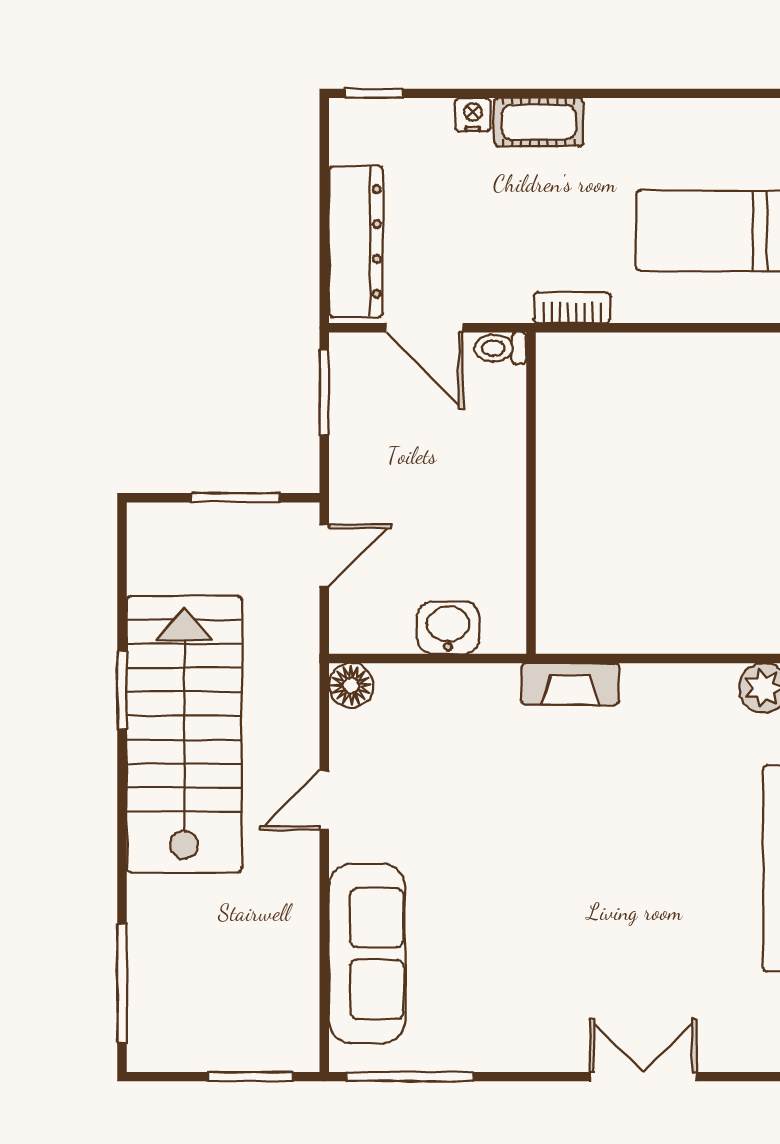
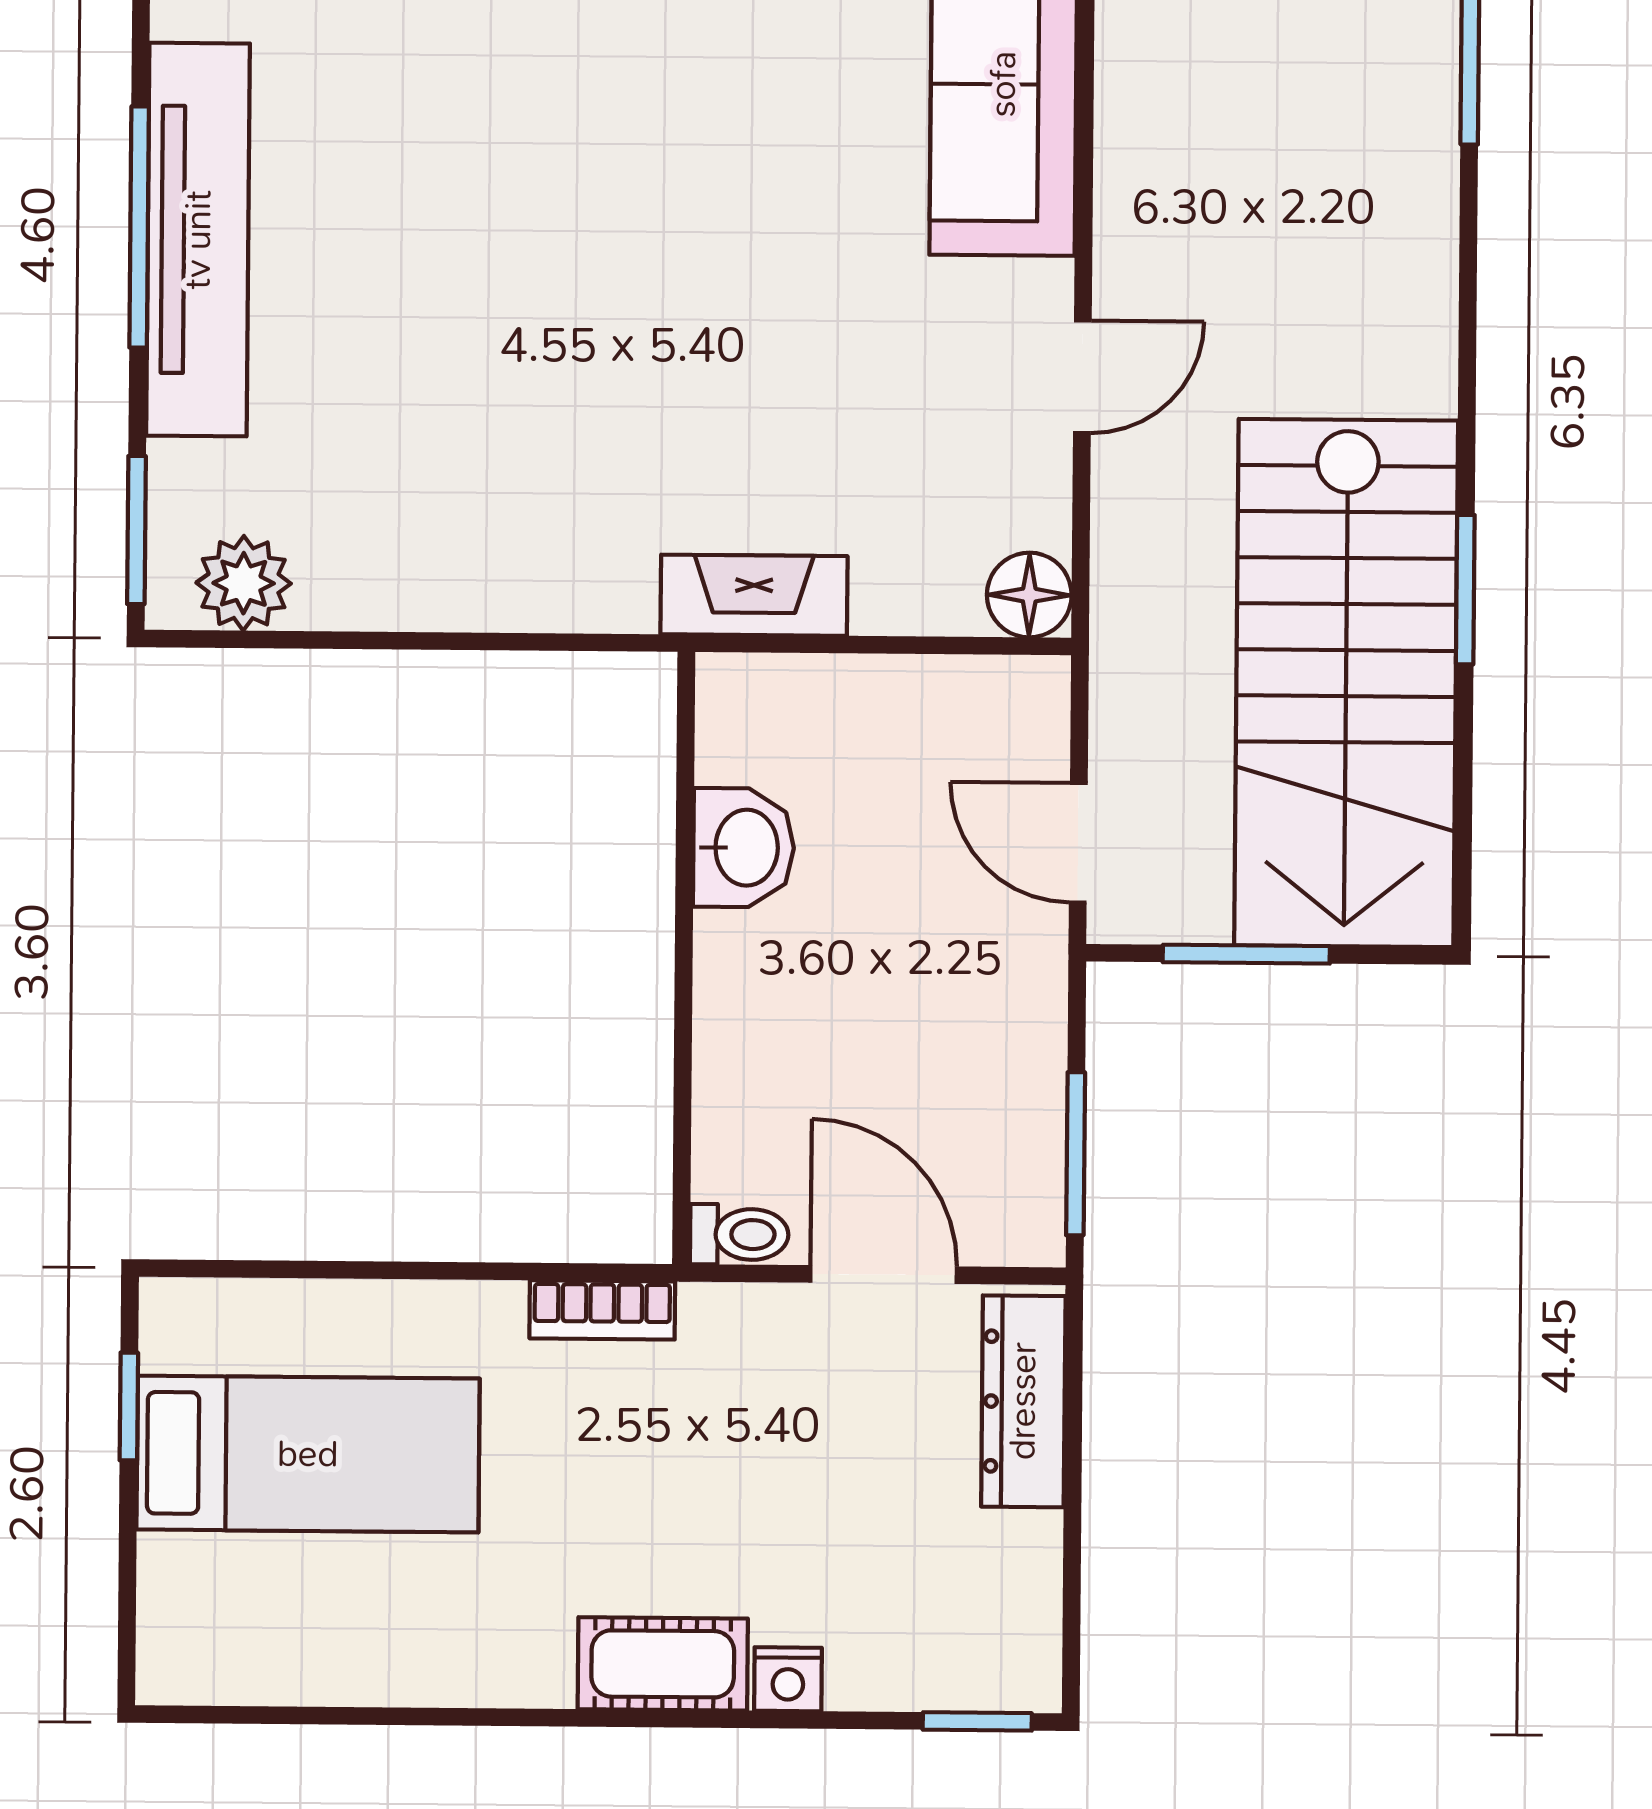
dresser: (356, 241) -> (1023, 1401), width x0.73, depth x0.80
door: (324, 555) -> (1078, 843), hinge flipped
washbasin: (448, 628) -> (744, 848), moved, turned -90
fireplace: (570, 684) -> (754, 595), moved
stairs: (184, 734) -> (1346, 683), moved

